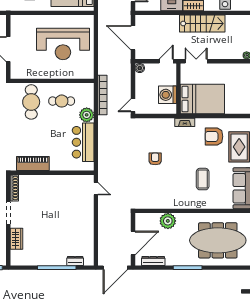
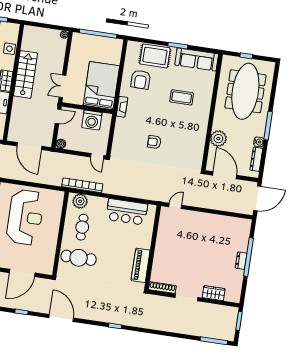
door: (133, 38) -> (29, 146), hinge flipped
door: (166, 61) -> (58, 116), swing flipped
plant: (87, 115) -> (80, 201), moved
door: (133, 243) -> (225, 175), moved
dresser: (75, 261) -> (241, 261), moved
water cooler: (170, 261) -> (259, 142), added
door: (115, 268) -> (257, 198), hinge flipped

